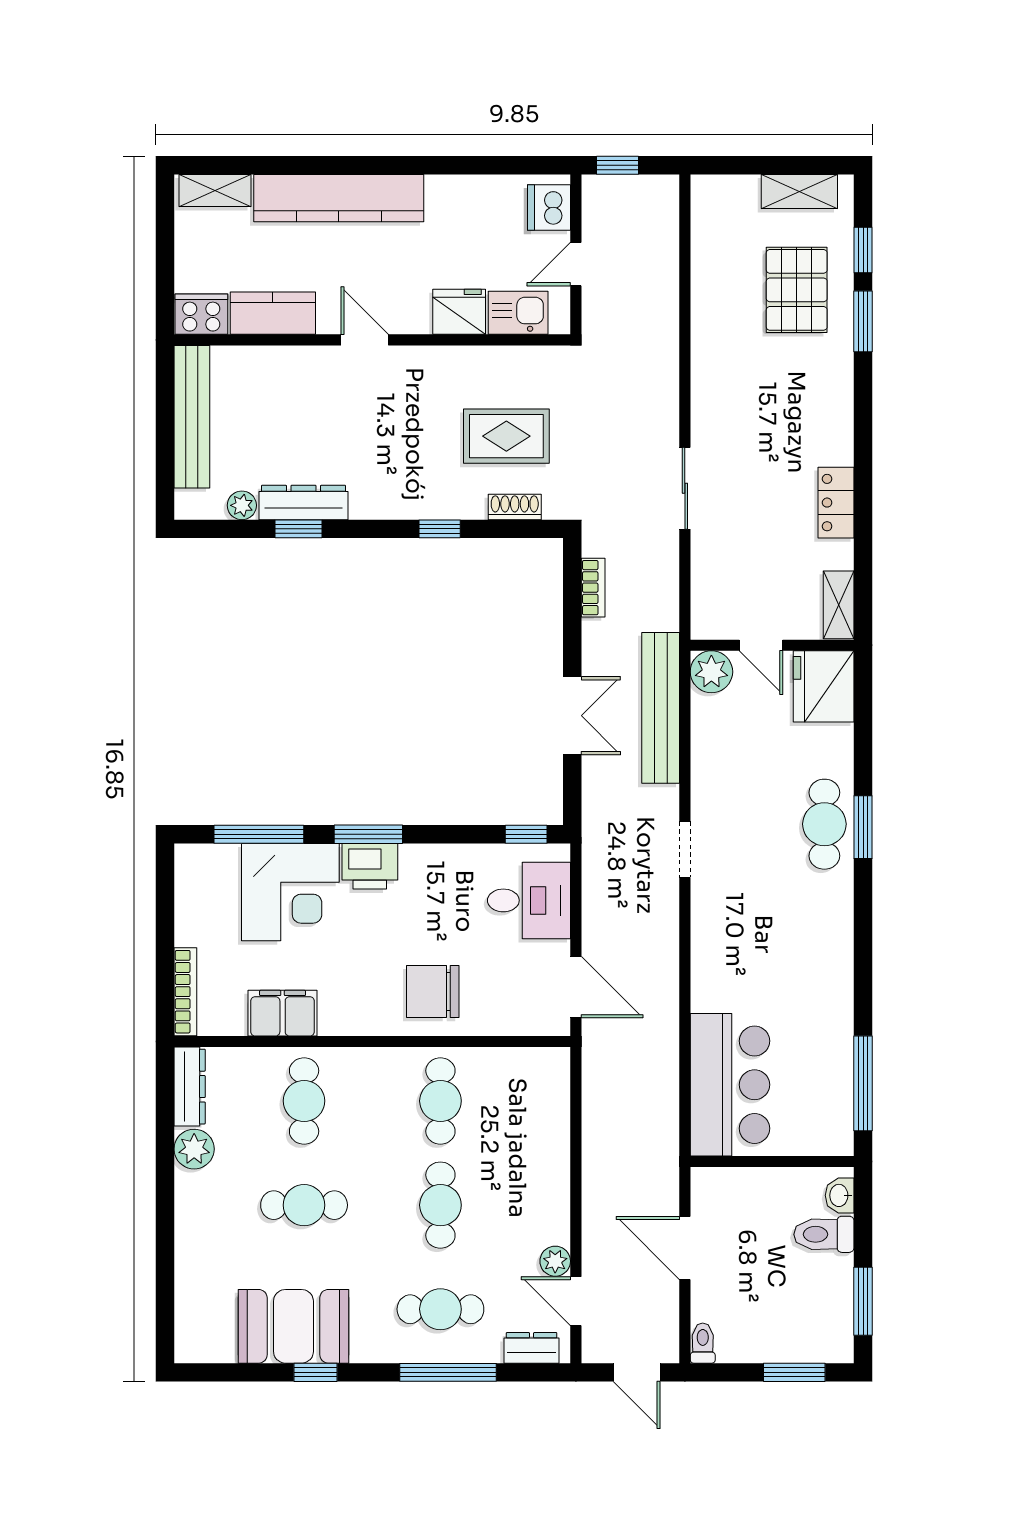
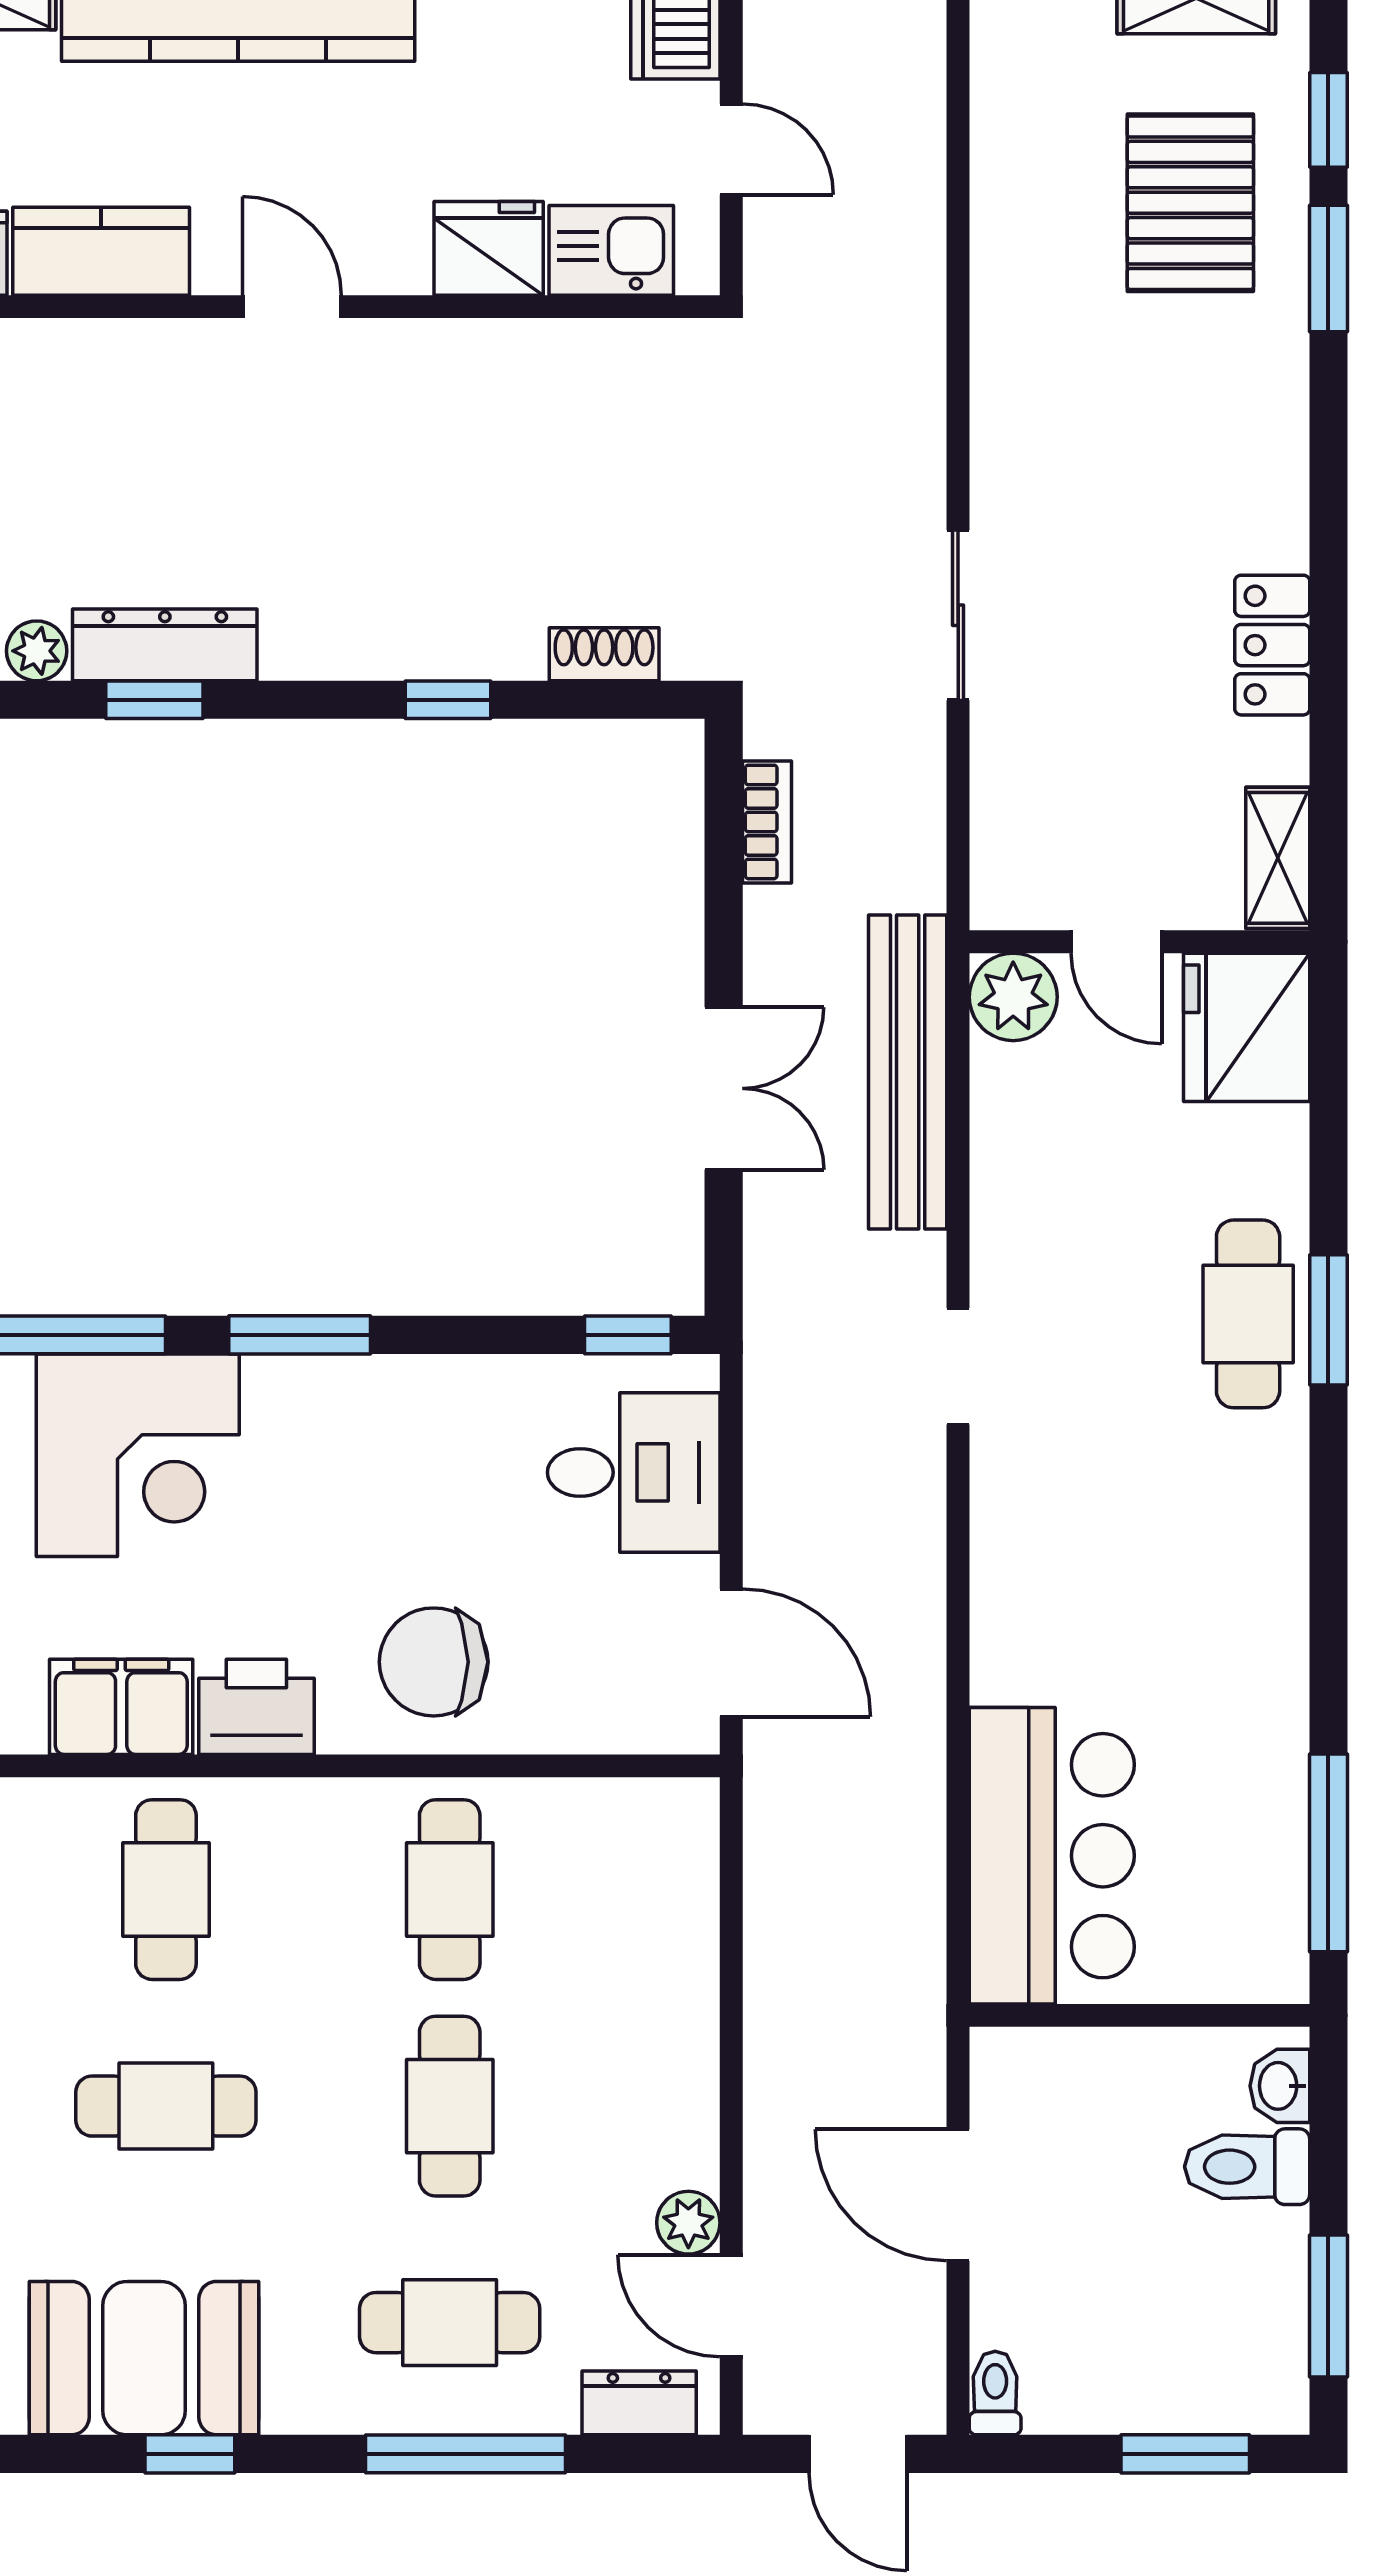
door: (576, 264) -> (731, 149), swing flipped
rug: (506, 436) -> (587, 507), removed
printer: (370, 866) -> (256, 1707), moved, turned 180

